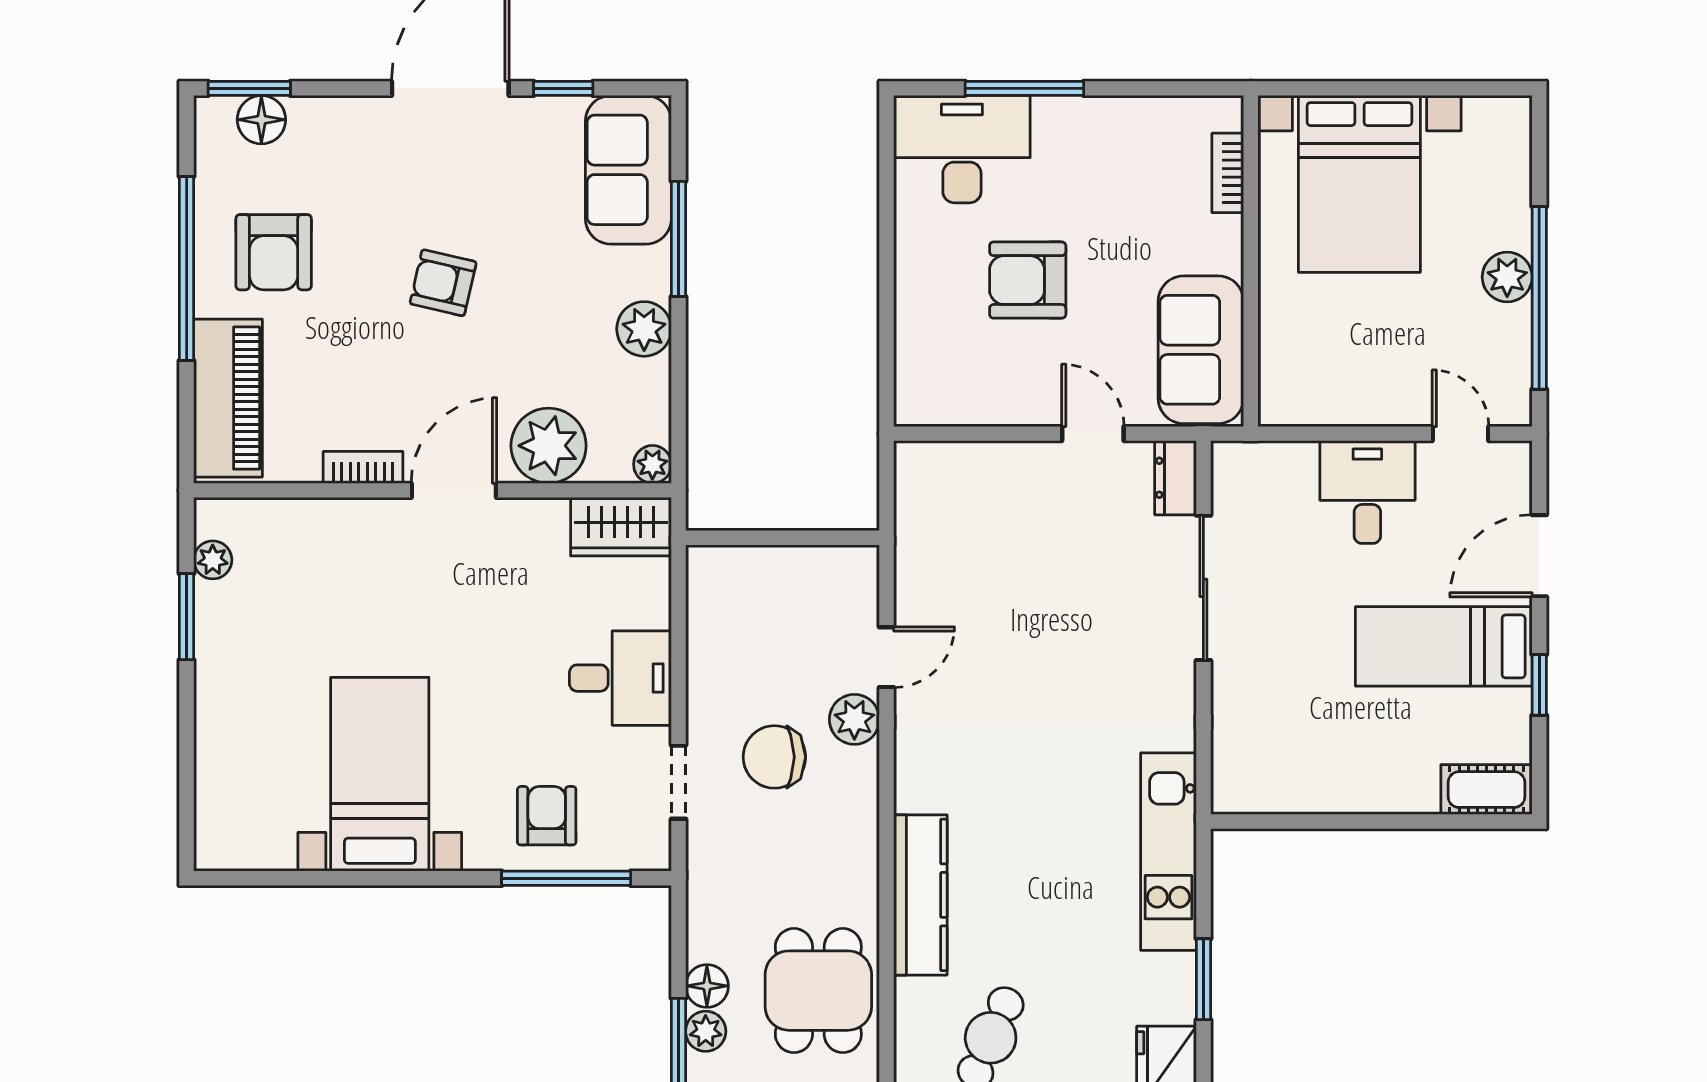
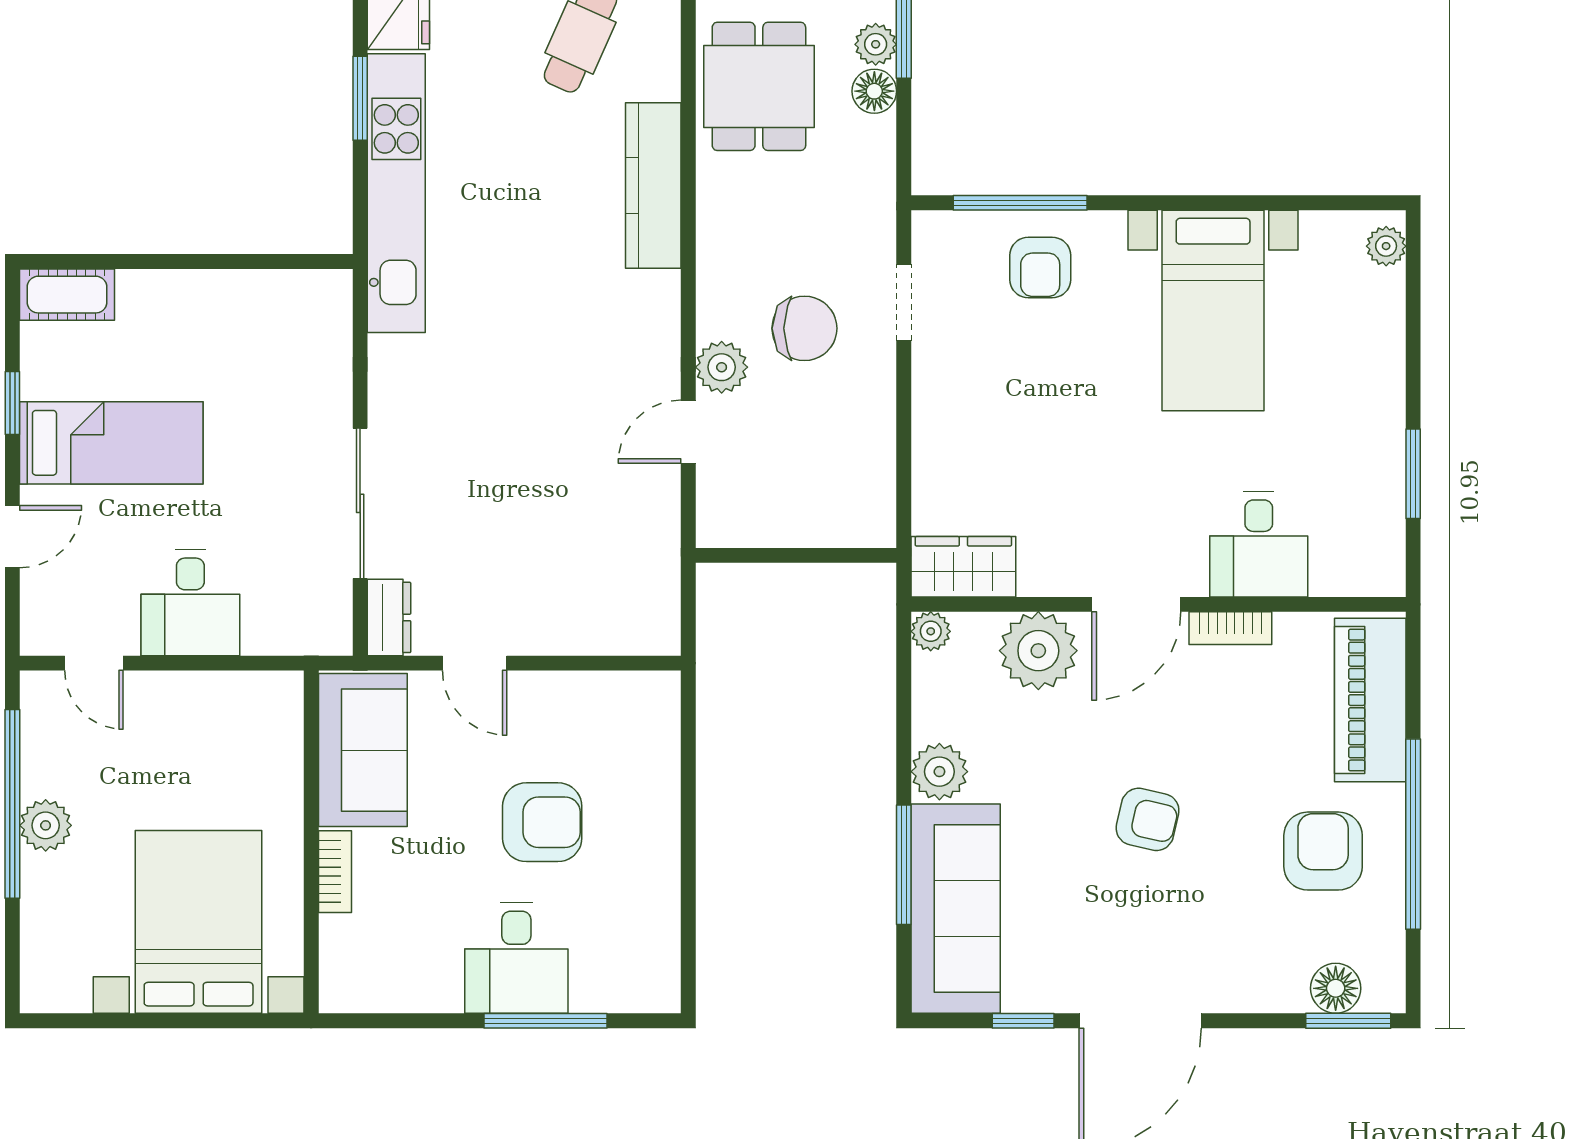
desk: (962, 149) -> (516, 958), moved, width x0.73
sofa: (628, 170) -> (956, 909), width x1.36
bookcase: (1228, 173) -> (335, 872), moved
door: (1539, 556) -> (12, 537), width x0.73
plant: (213, 560) -> (1386, 246), moved
desk: (620, 678) -> (1259, 544), moved, turned -90
kitchen unit: (1168, 852) -> (396, 193), width x1.36

